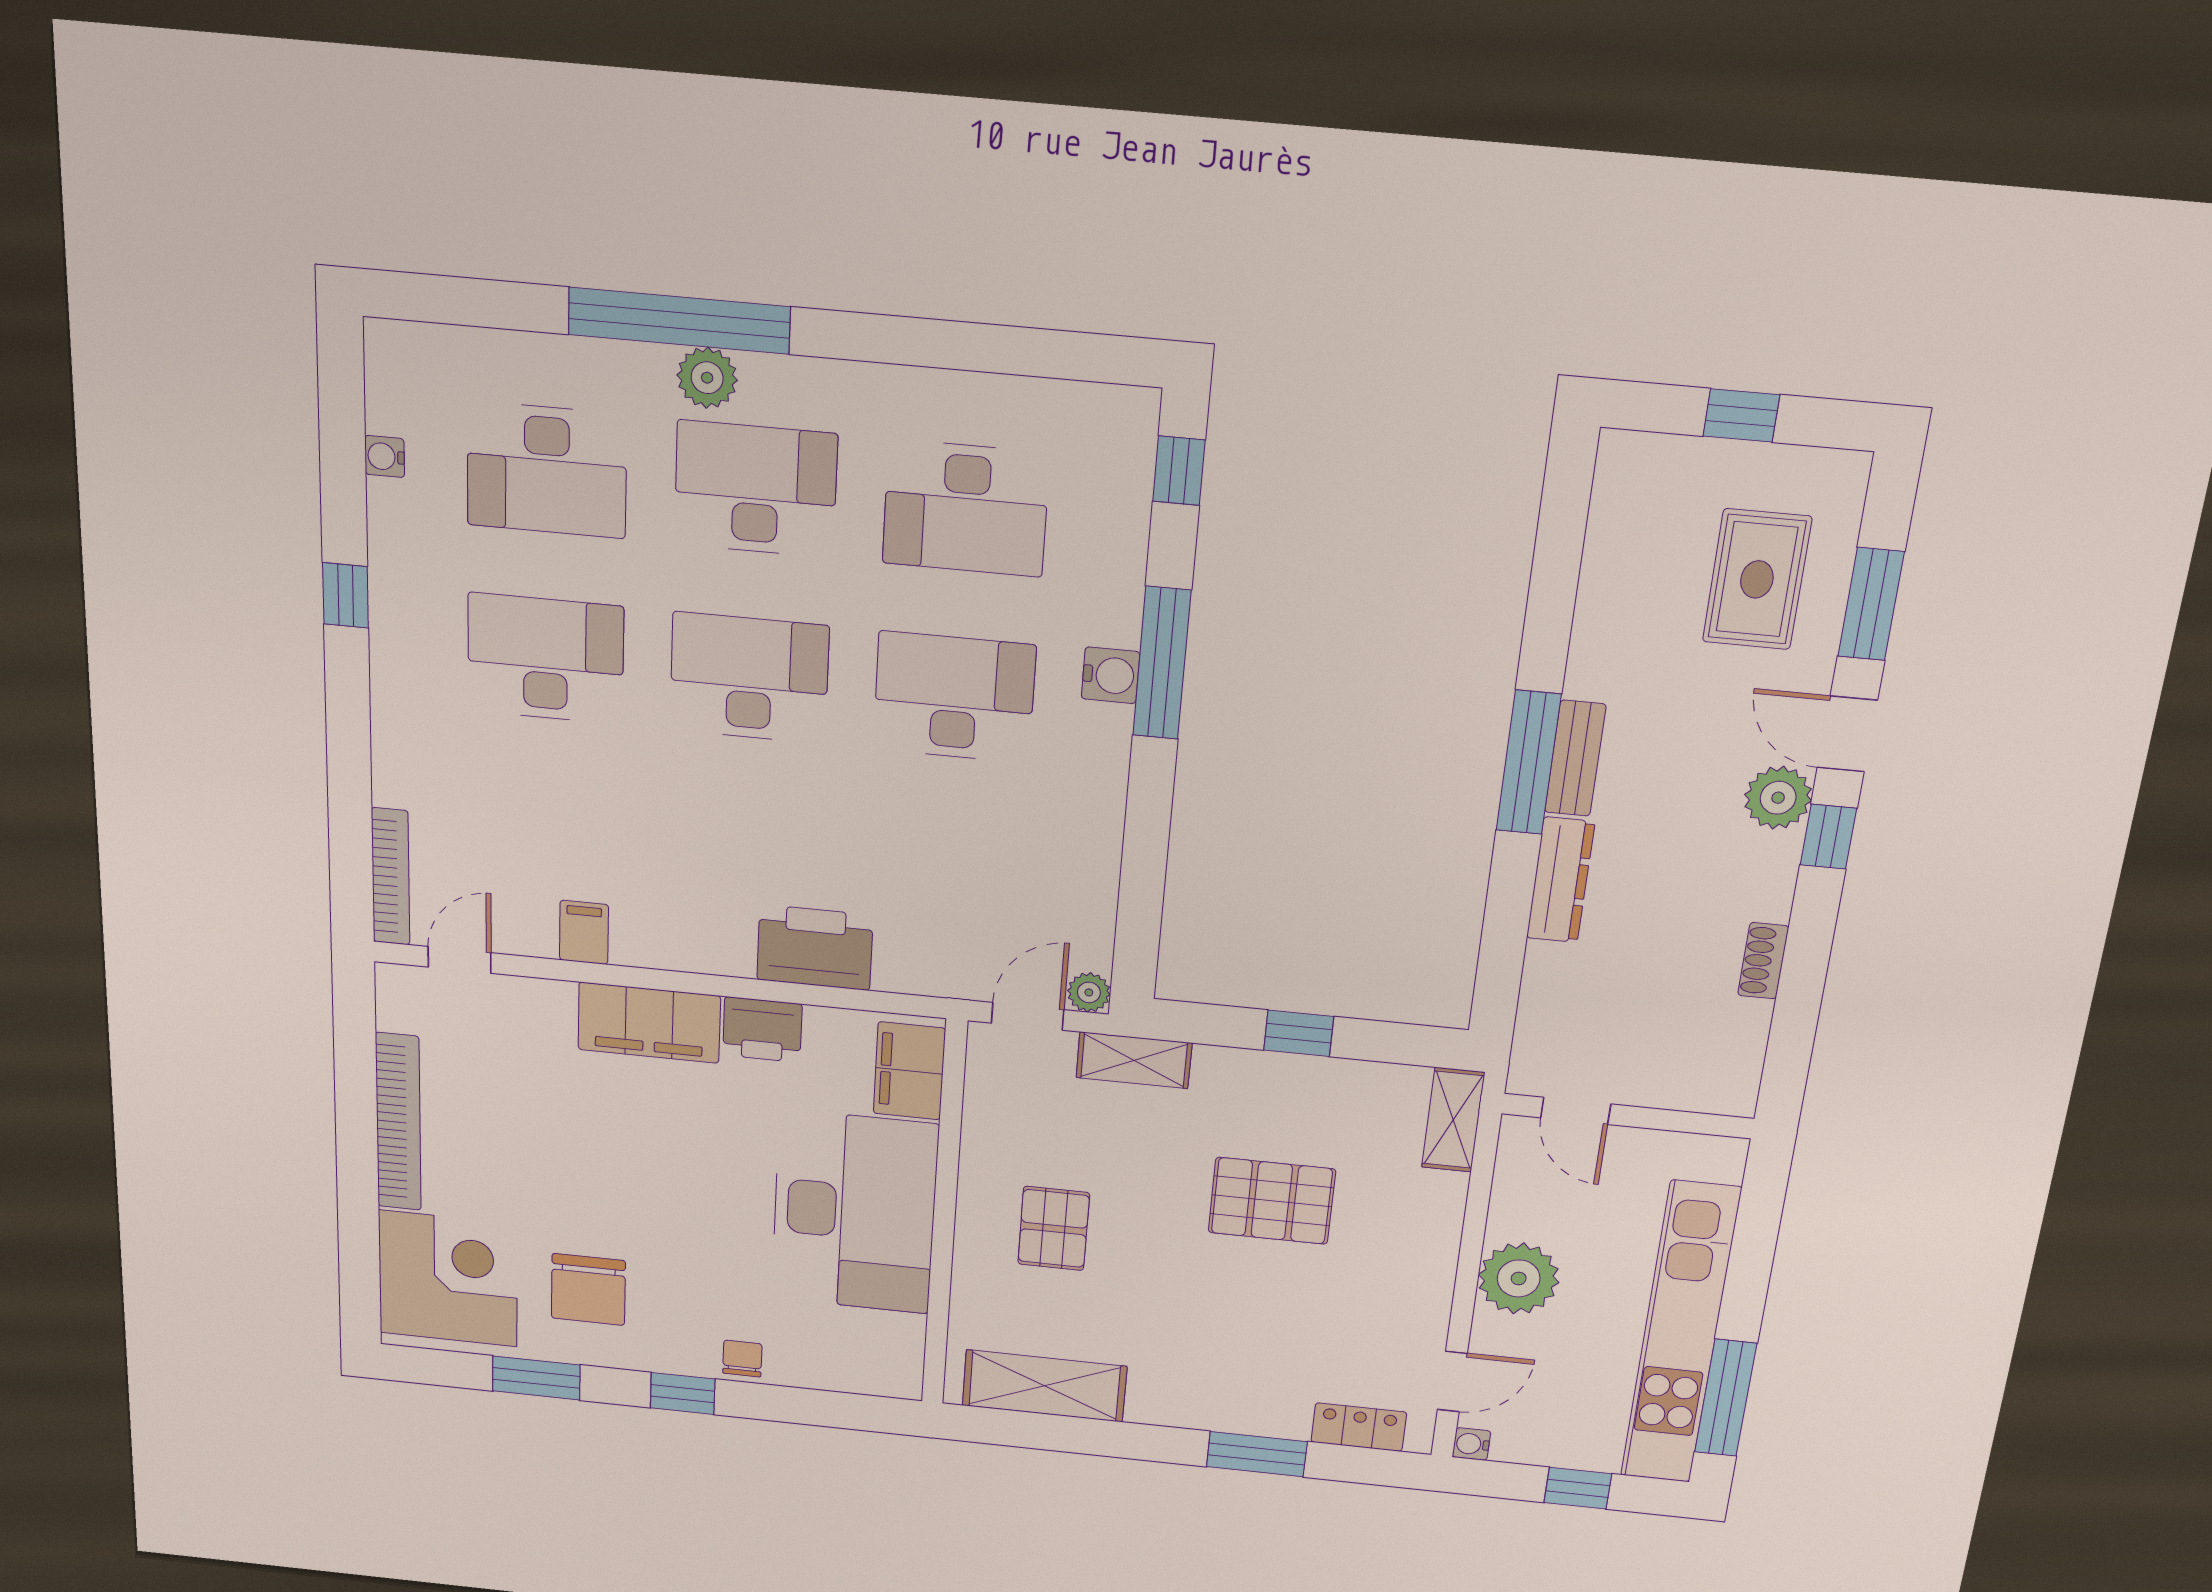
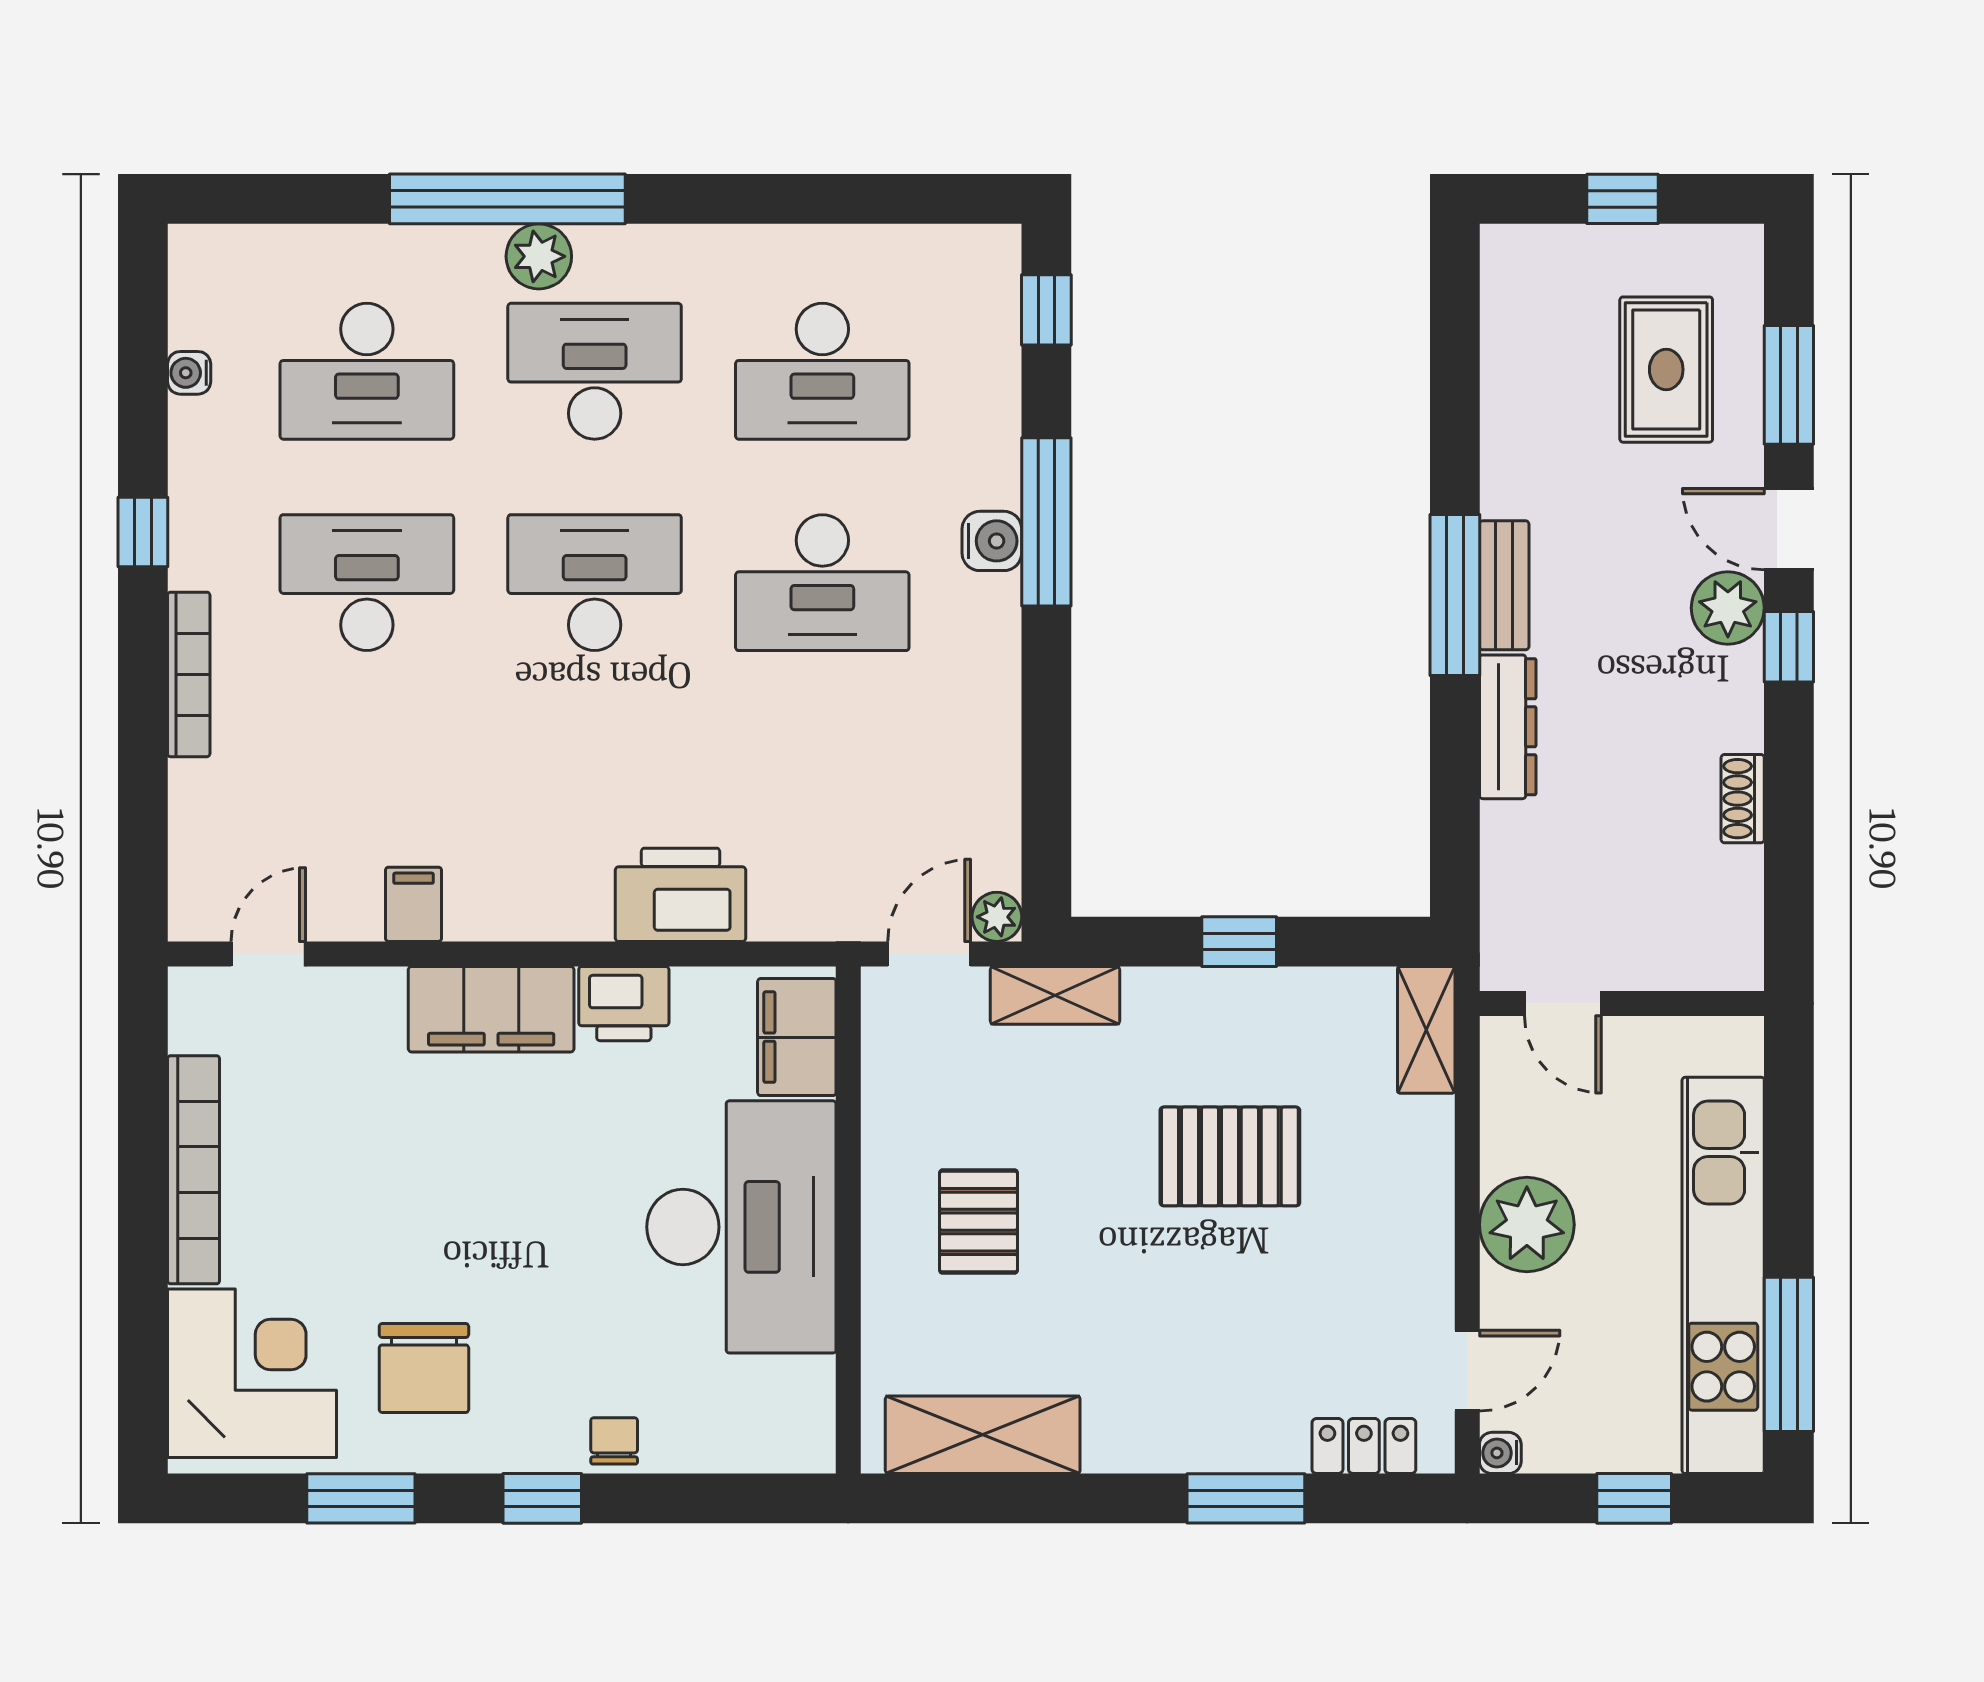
desk: (954, 697) -> (822, 583), turned 180
bookcase: (391, 877) -> (189, 674), moved

